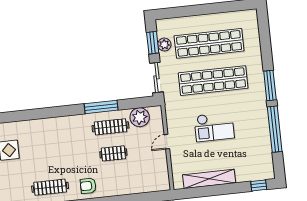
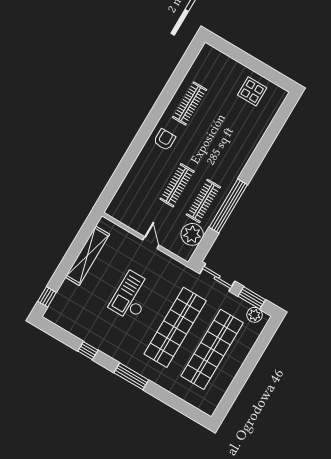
plant: (164, 45) -> (255, 315), moved
window: (101, 107) -> (228, 206), width x1.46
window: (275, 129) -> (88, 351), width x0.32
clothes rail: (113, 153) -> (177, 185), width x1.36

